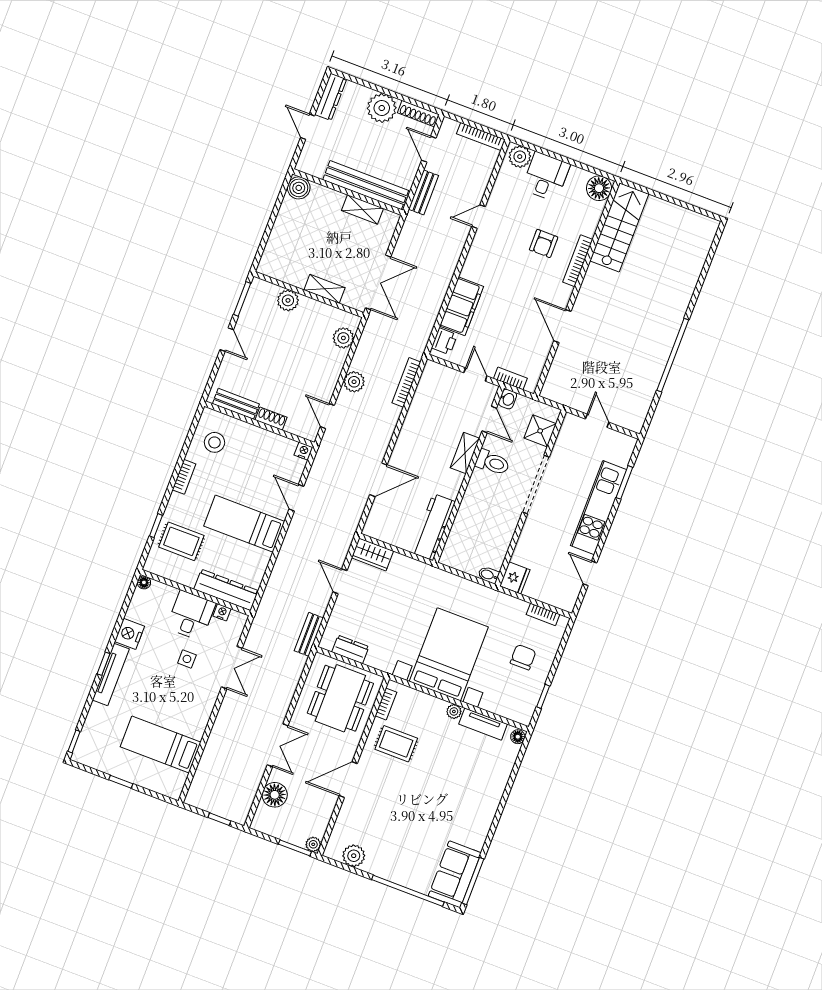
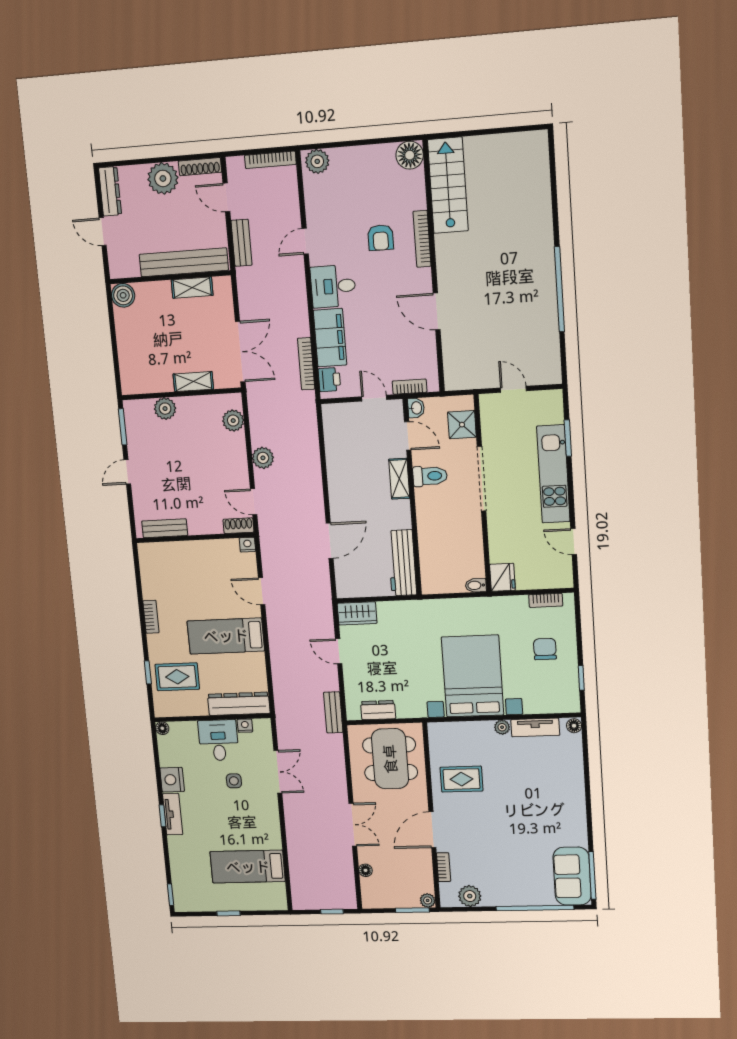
desk: (546, 177) -> (333, 286), moved, turned -90
door: (227, 340) -> (127, 472), swing flipped
bookcase: (406, 382) -> (306, 364), moved
shoe rack: (271, 419) -> (238, 526), moved
stool: (214, 442) -> (163, 573), removed
tv unit: (111, 674) -> (173, 814), width x0.71
bookcase: (386, 704) -> (444, 867), moved
floor lamp: (275, 795) -> (366, 870), width x0.53, depth x0.53

